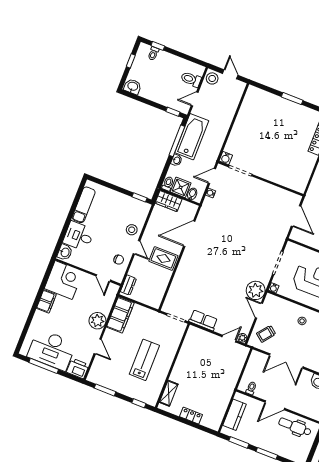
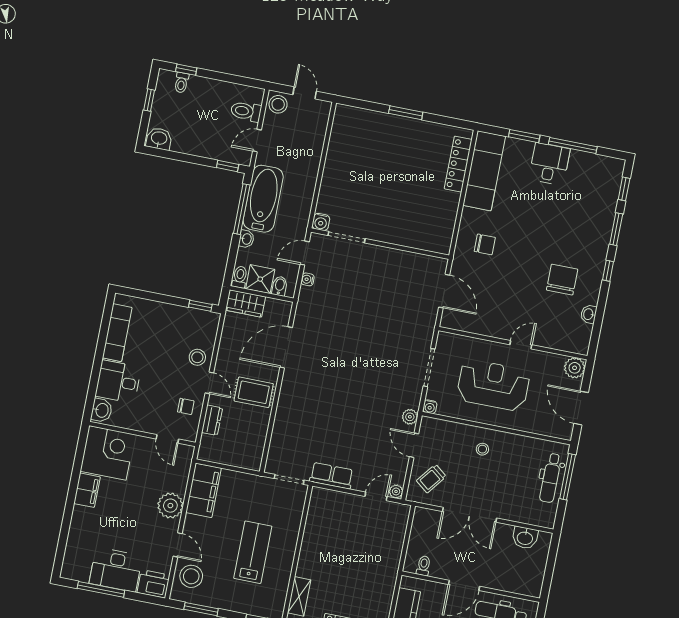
dresser: (128, 285) -> (212, 420), moved
plant: (256, 290) -> (410, 417), width x0.53, depth x0.53
desk: (52, 350) -> (116, 570), width x0.73, depth x0.77
stool: (103, 368) -> (191, 576), added

